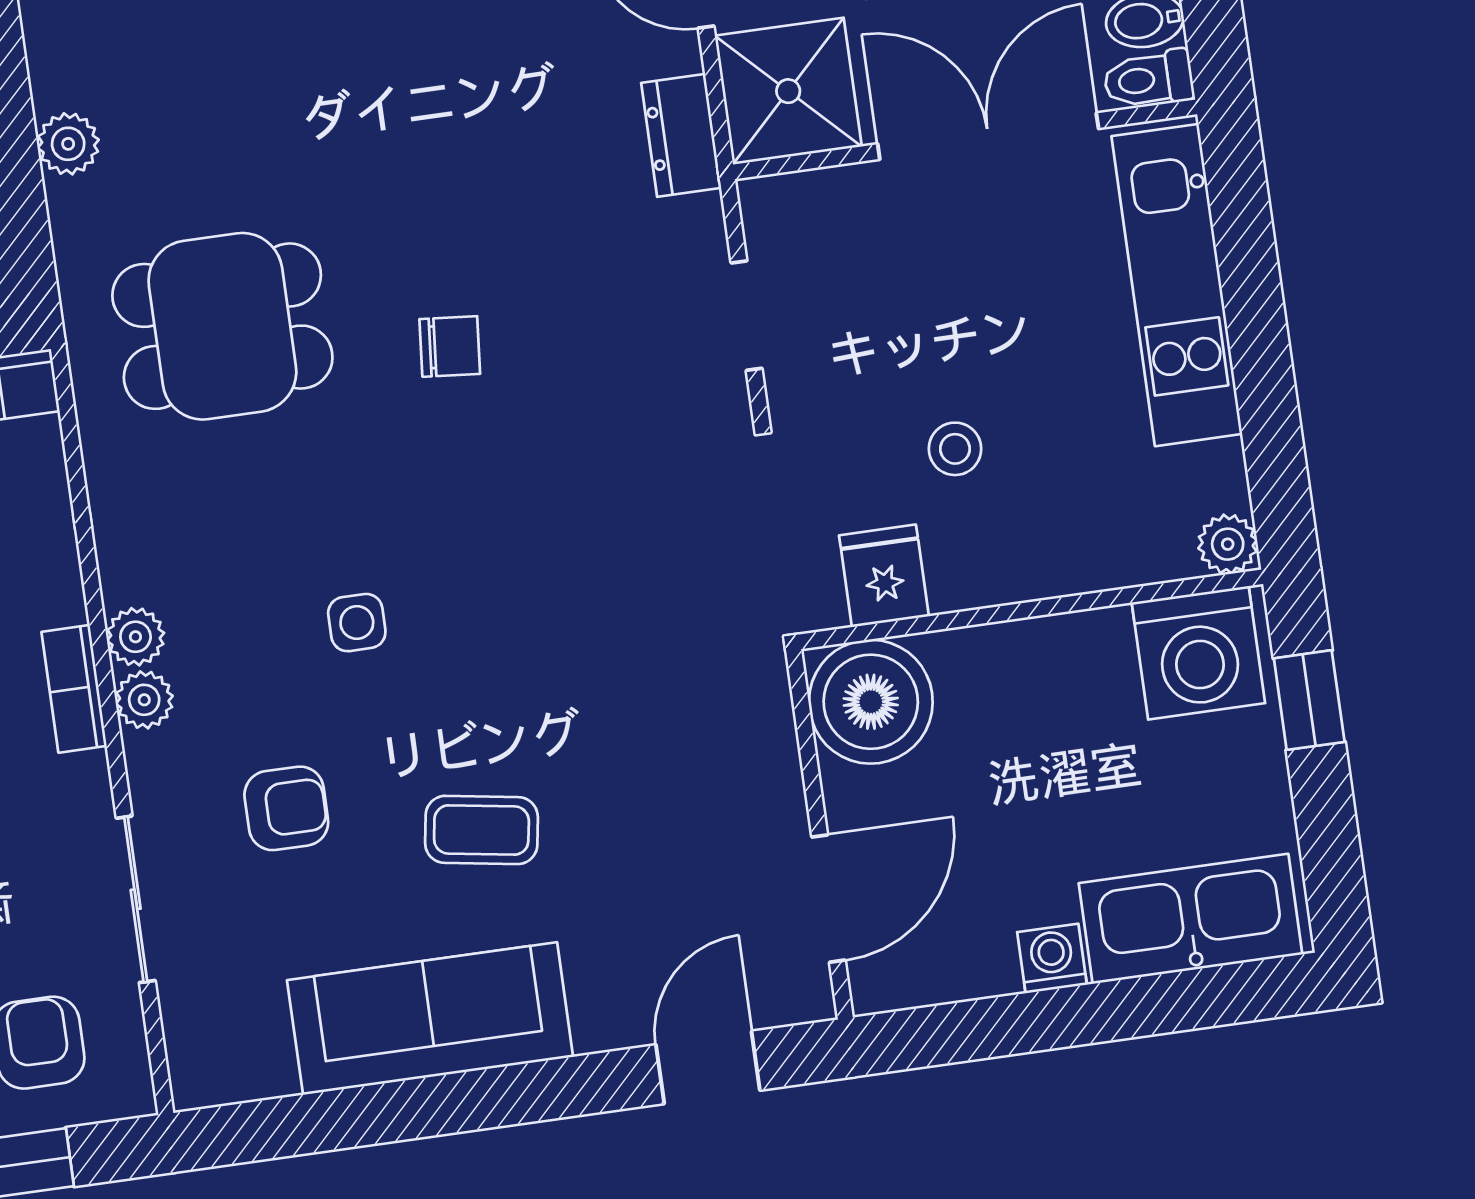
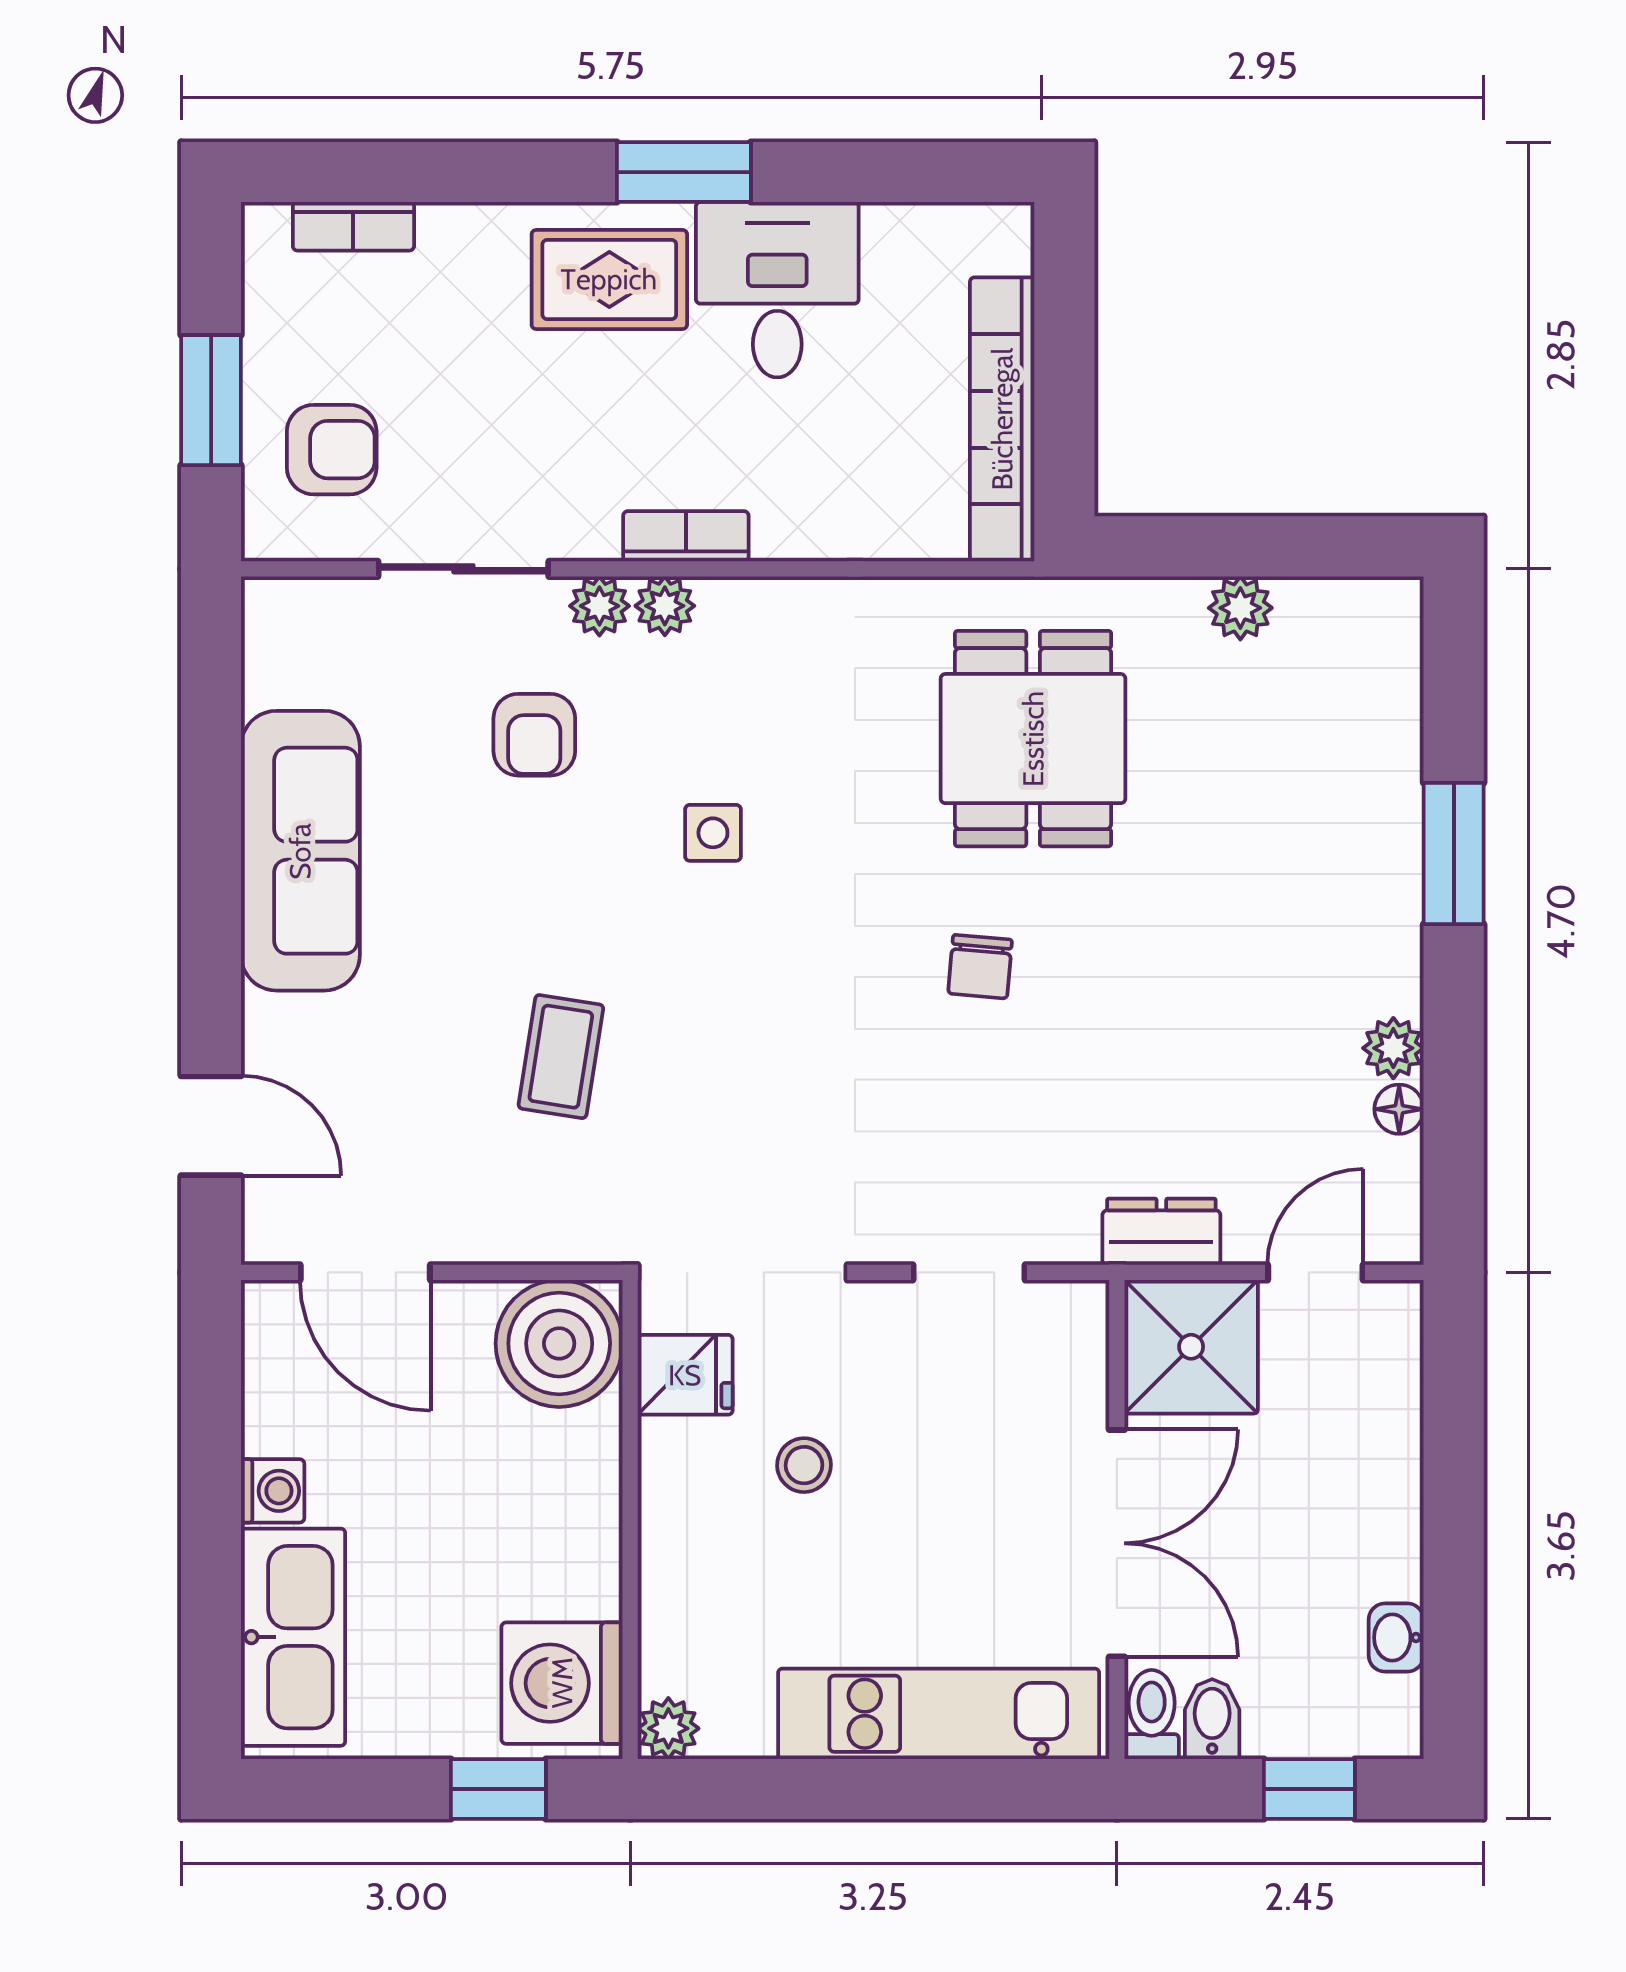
plant: (135, 637) -> (599, 606), moved
coffee table: (481, 830) -> (561, 1057), moved

